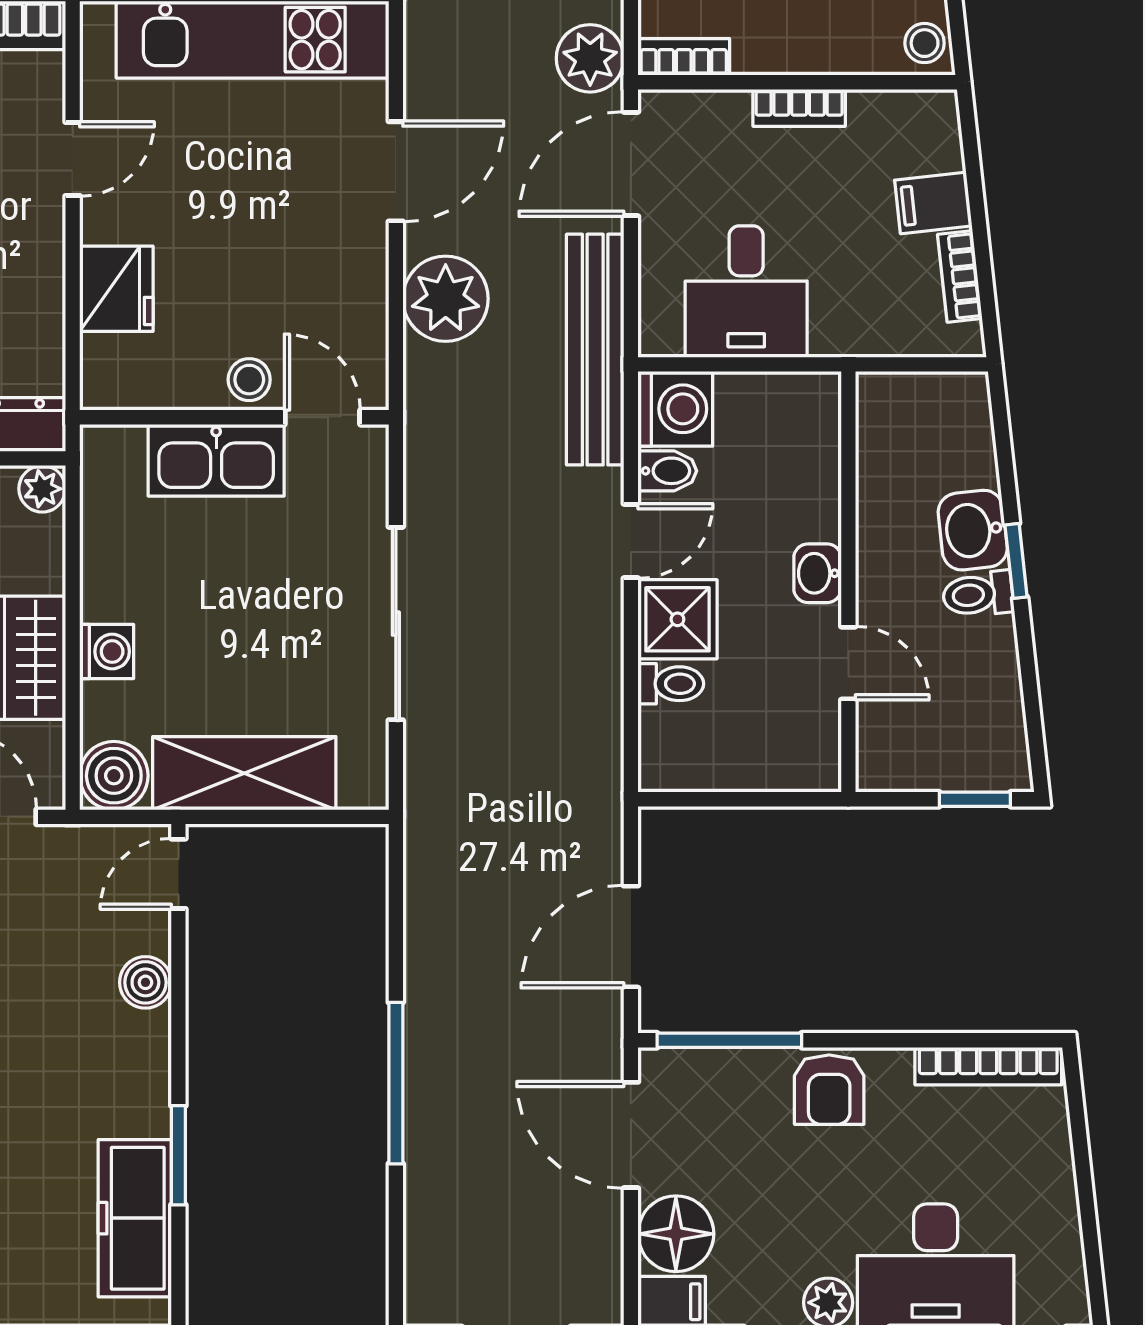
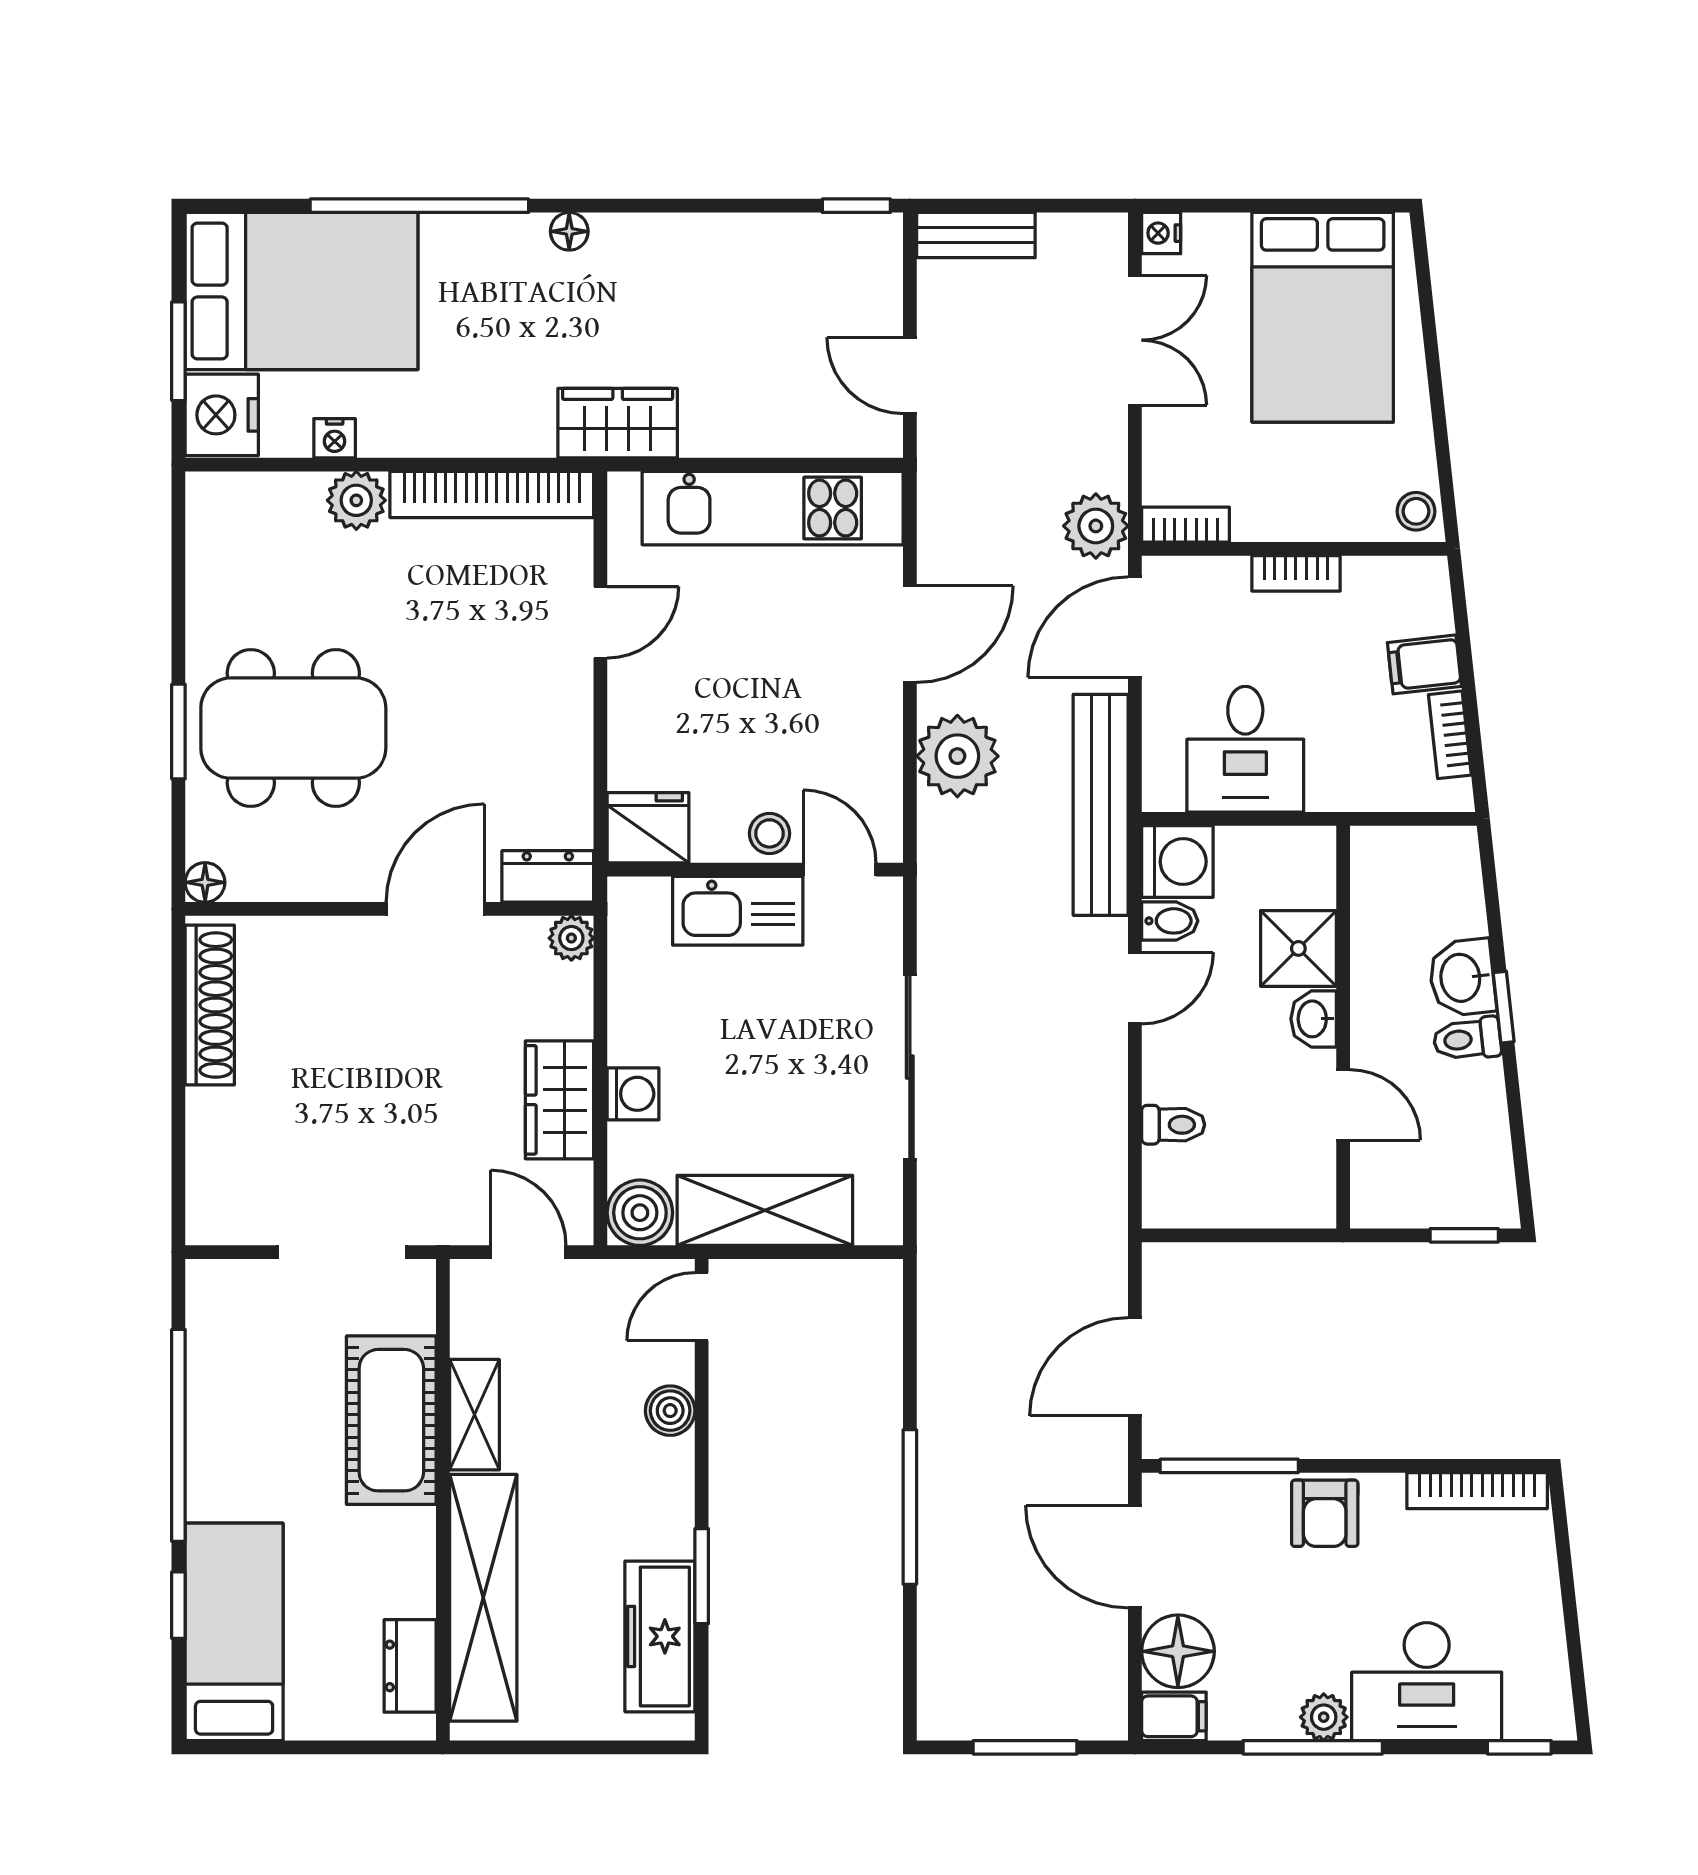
fridge: (116, 289) -> (648, 828), moved, turned -90
shower: (677, 619) -> (1298, 948), moved

